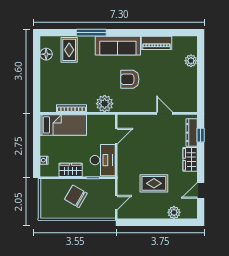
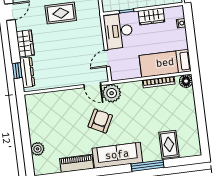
floor lamp: (46, 54) -> (186, 81), moved
armchair: (130, 79) -> (100, 121), turned -63
plant: (105, 104) -> (112, 93), moved
door: (165, 113) -> (92, 85), moved

